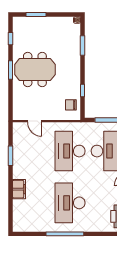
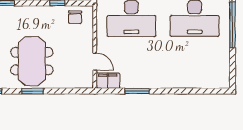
door: (35, 121) -> (95, 62), hinge flipped
filing cabinet: (19, 189) -> (108, 81), moved

